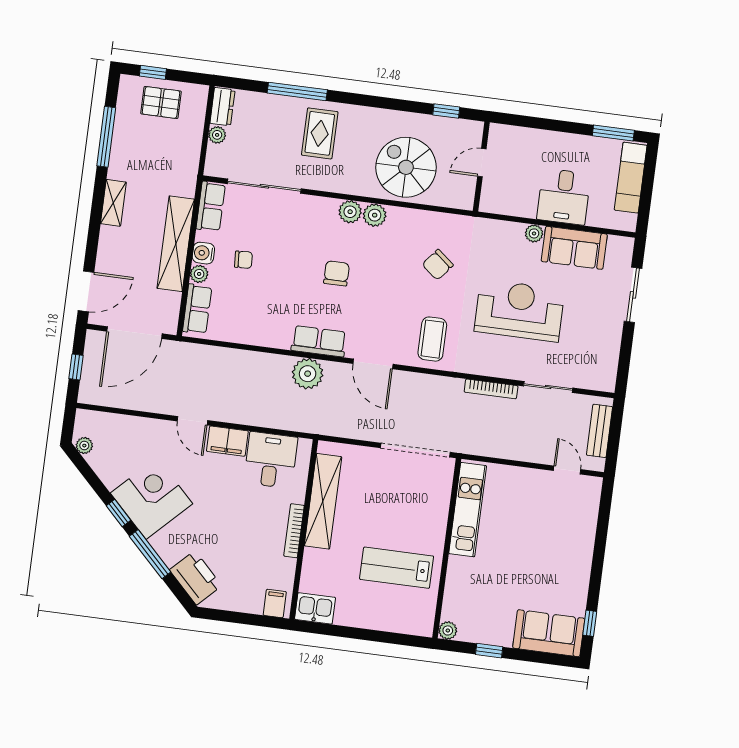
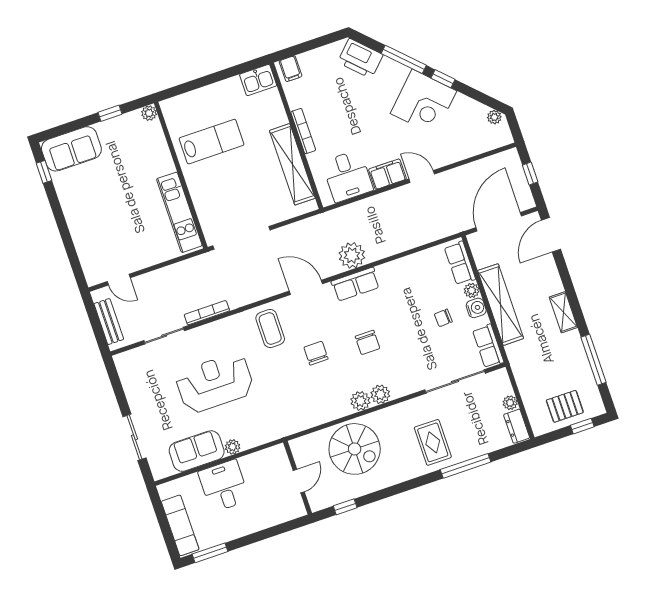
chair: (438, 265) -> (316, 353), moved, turned -39
reception desk: (519, 310) -> (215, 383), turned 180

